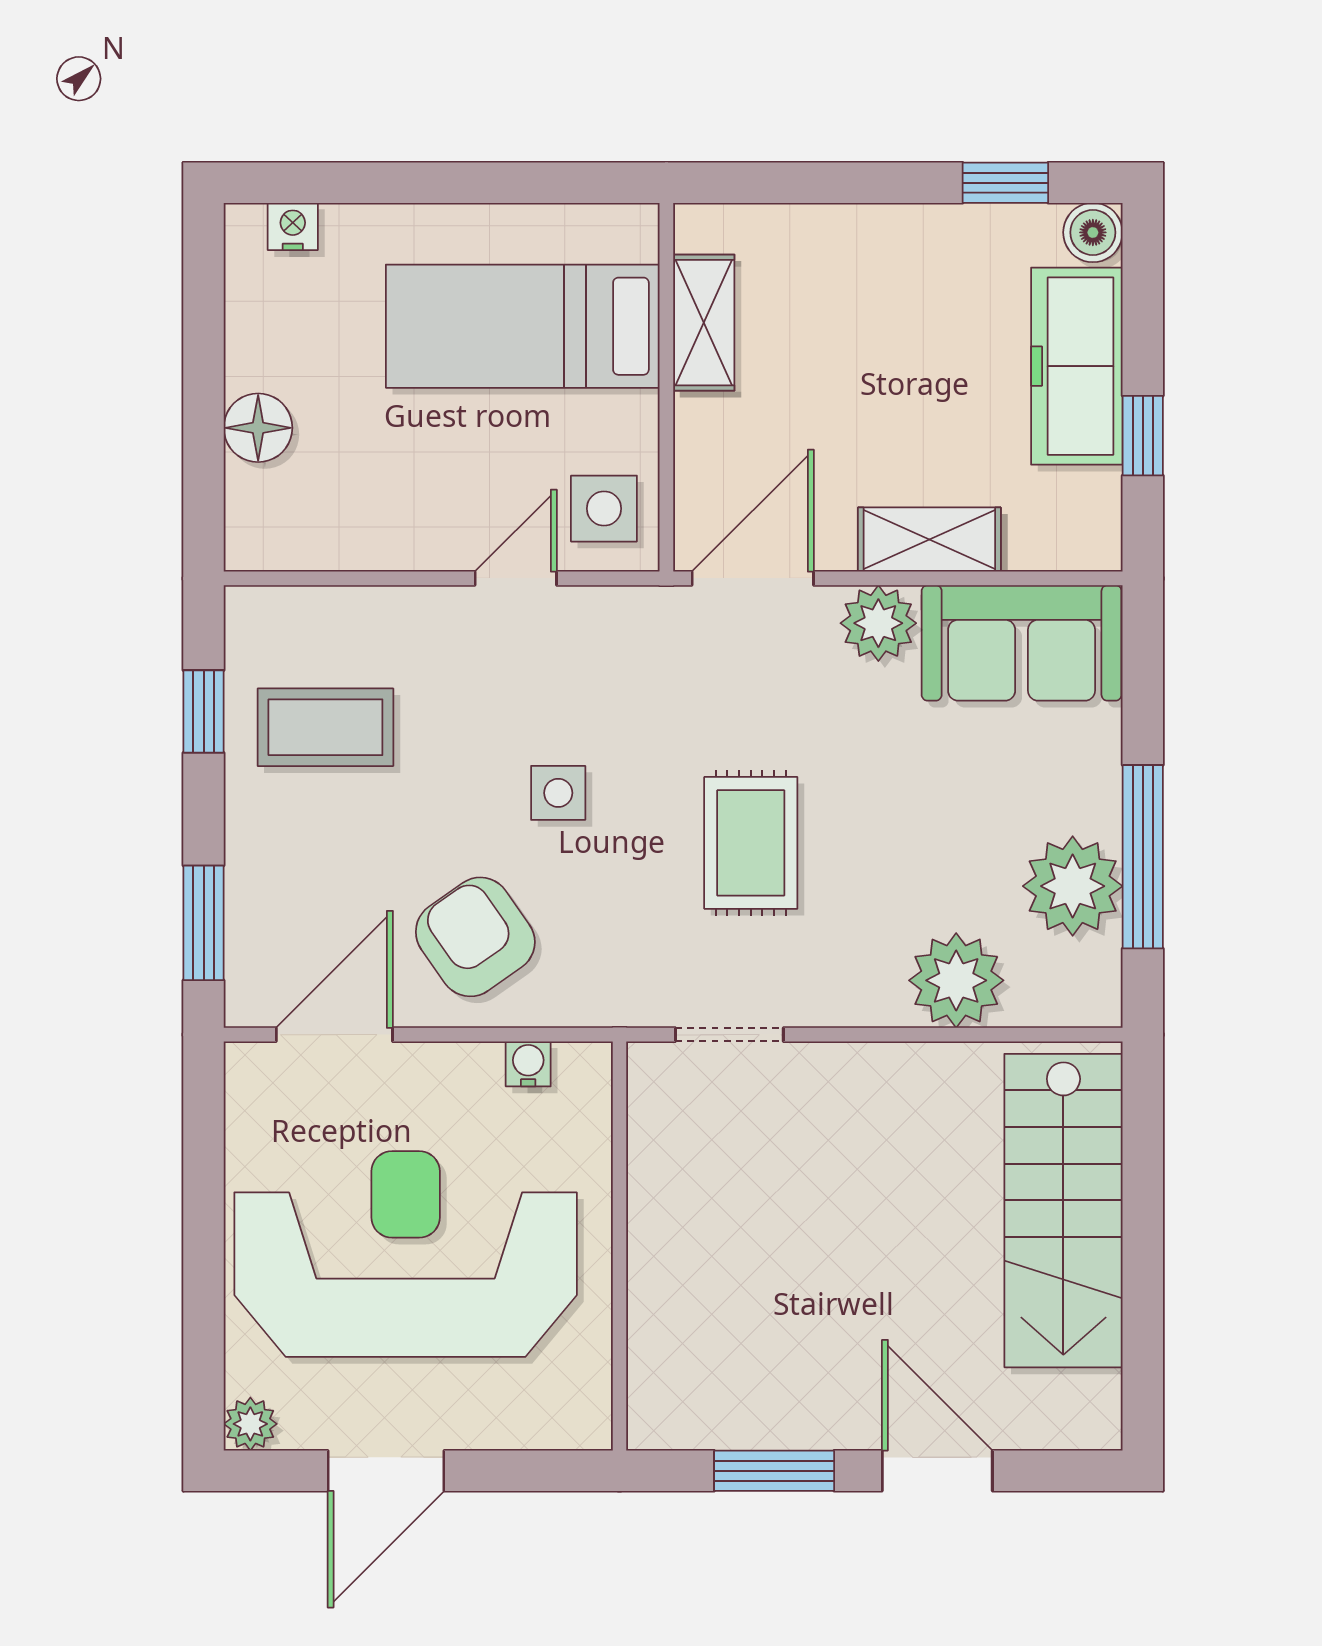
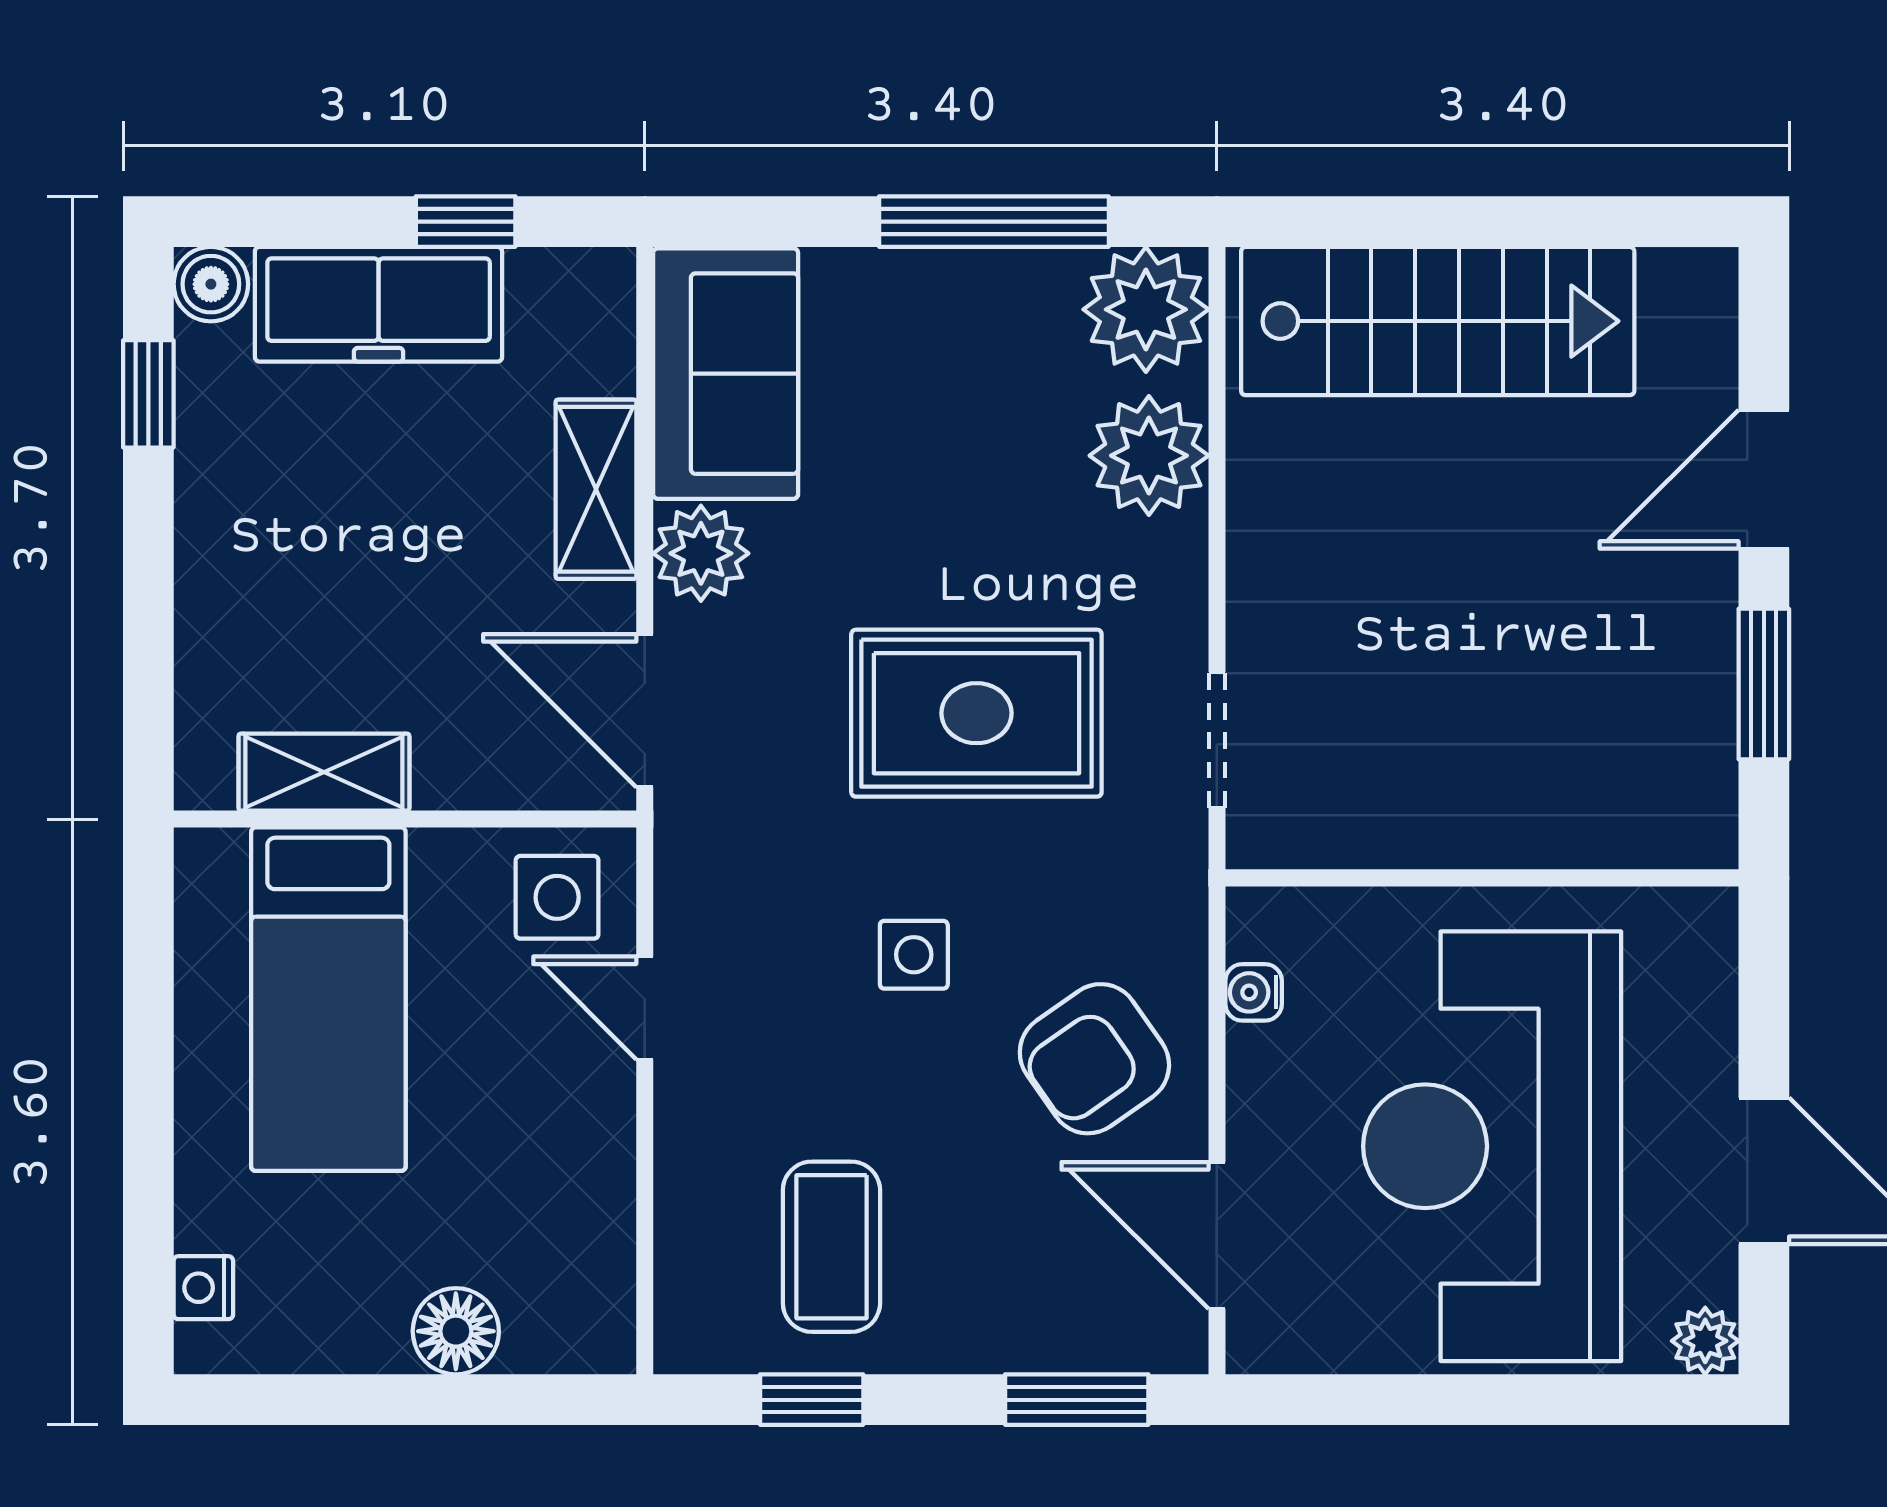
rug: (751, 843) -> (976, 713), width x1.36, depth x1.43
plant: (1073, 886) -> (1146, 309), moved

